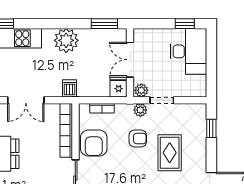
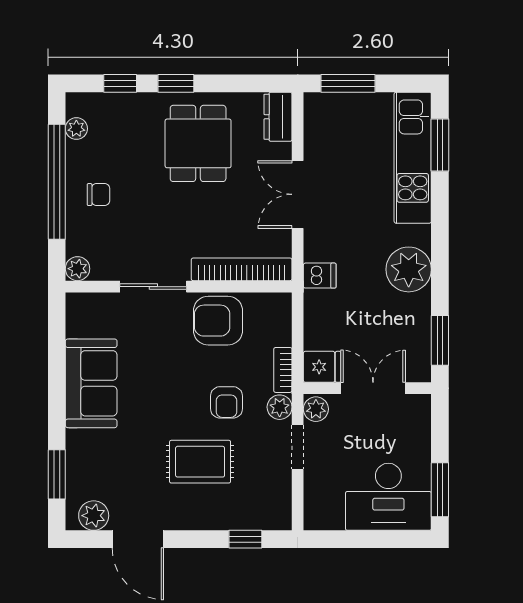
window: (185, 24) -> (440, 490), width x1.50
bookcase: (102, 108) -> (283, 370), moved

